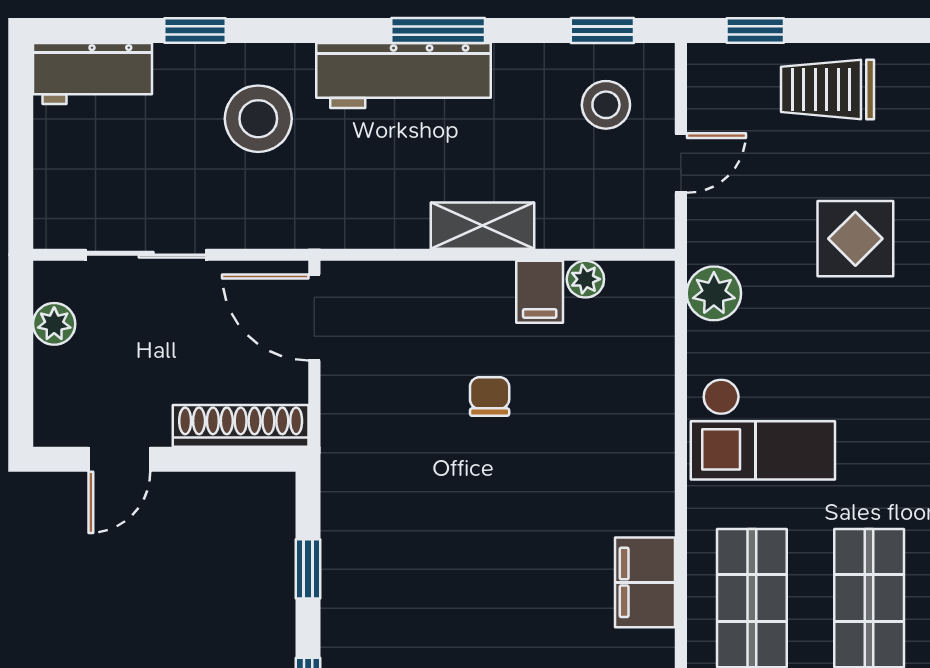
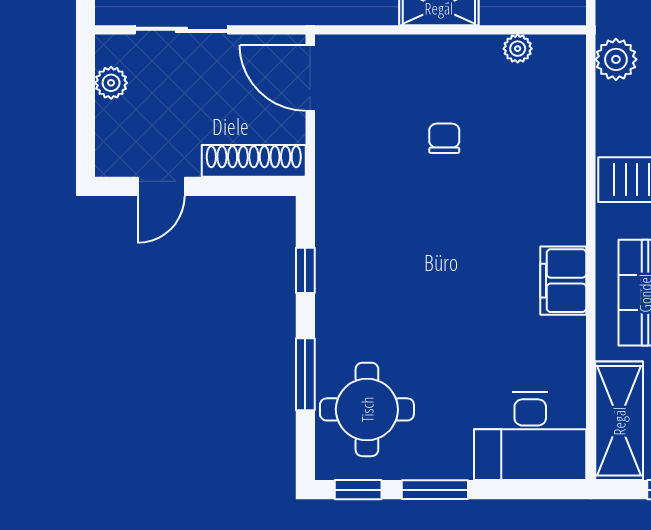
filing cabinet: (540, 292) -> (483, 58), removed

